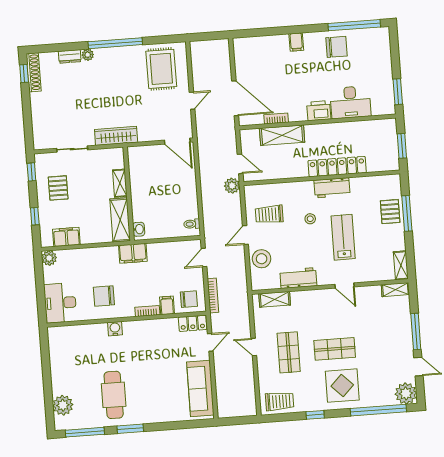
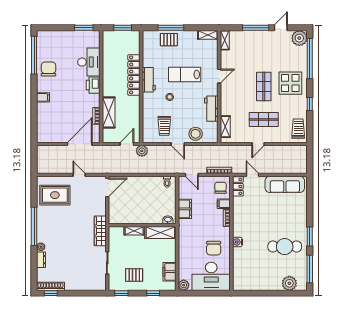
filing cabinet: (133, 253) -> (185, 209), moved
desk: (60, 303) -> (211, 276), width x1.36, depth x1.30

